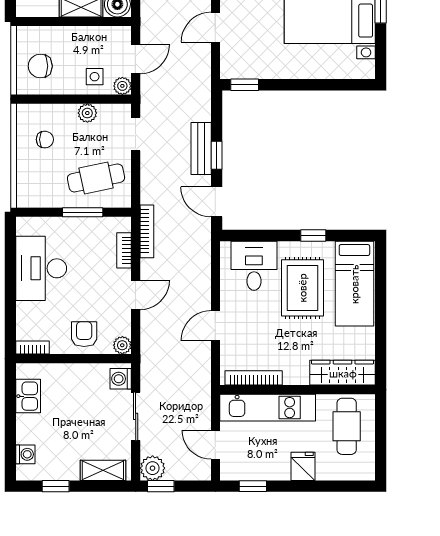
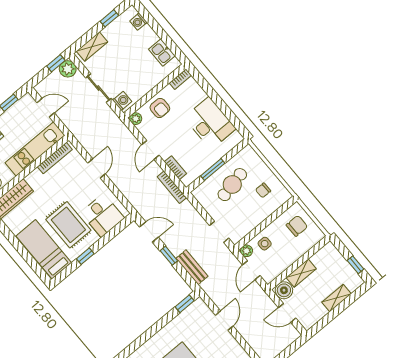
plant: (87, 113) -> (253, 222), removed
bench: (201, 149) -> (192, 267), moved
cafe table: (96, 178) -> (232, 185), moved

